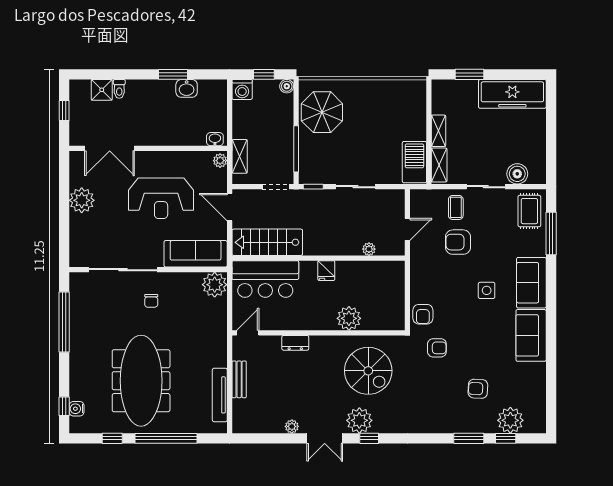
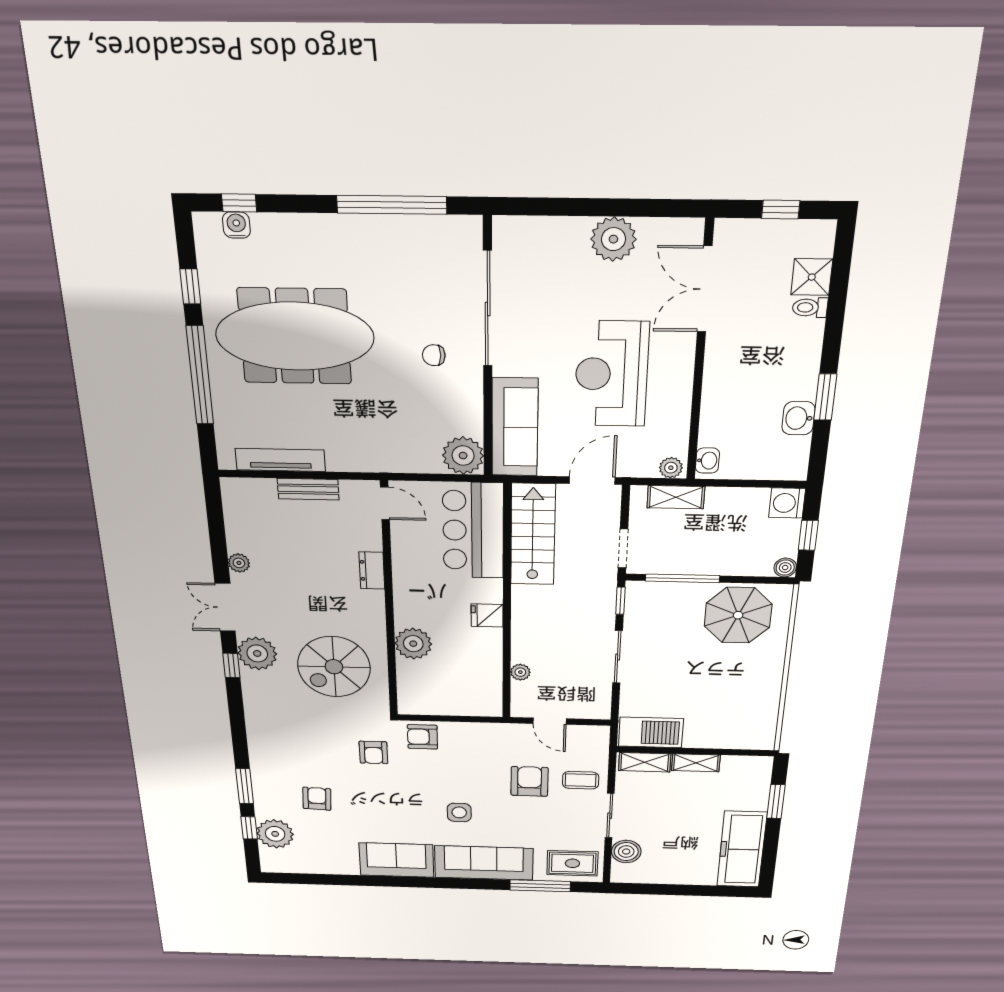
sofa: (531, 283) -> (484, 863), width x1.36

